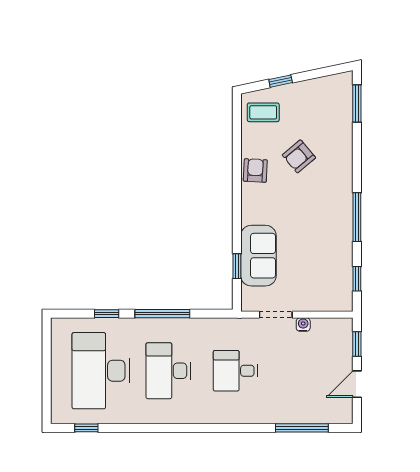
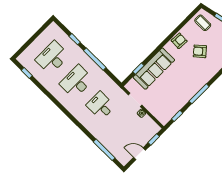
sofa: (258, 256) -> (154, 69), width x1.36
desk: (101, 371) -> (52, 58), width x0.73, depth x0.77

